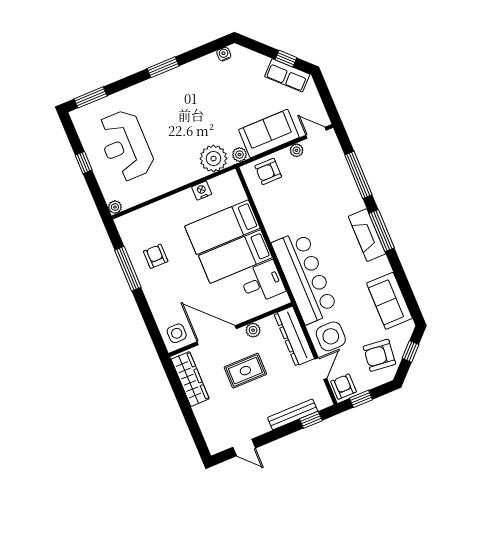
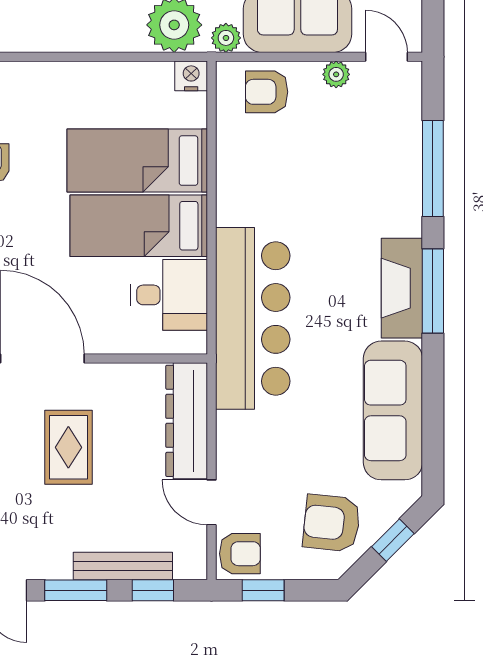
nightstand: (202, 191) -> (191, 76), moved
sofa: (389, 301) -> (393, 410), width x1.36
plant: (253, 330) -> (114, 377), removed
side table: (331, 336) -> (255, 450), removed
door: (321, 369) -> (212, 502), swing flipped
rug: (245, 371) -> (68, 447), turned 90
armchair: (344, 387) -> (240, 554), turned 90
window: (276, 434) -> (76, 590), added

